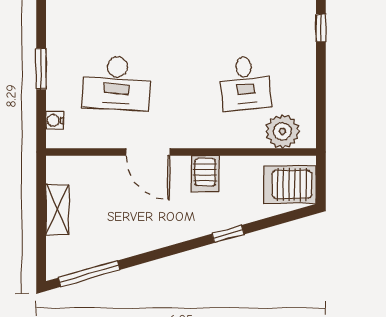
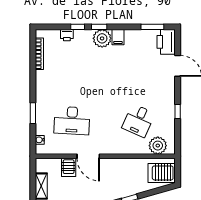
window: (321, 28) -> (178, 111), moved
desk: (245, 83) -> (138, 121), turned 30
server rack: (205, 174) -> (69, 167), moved

